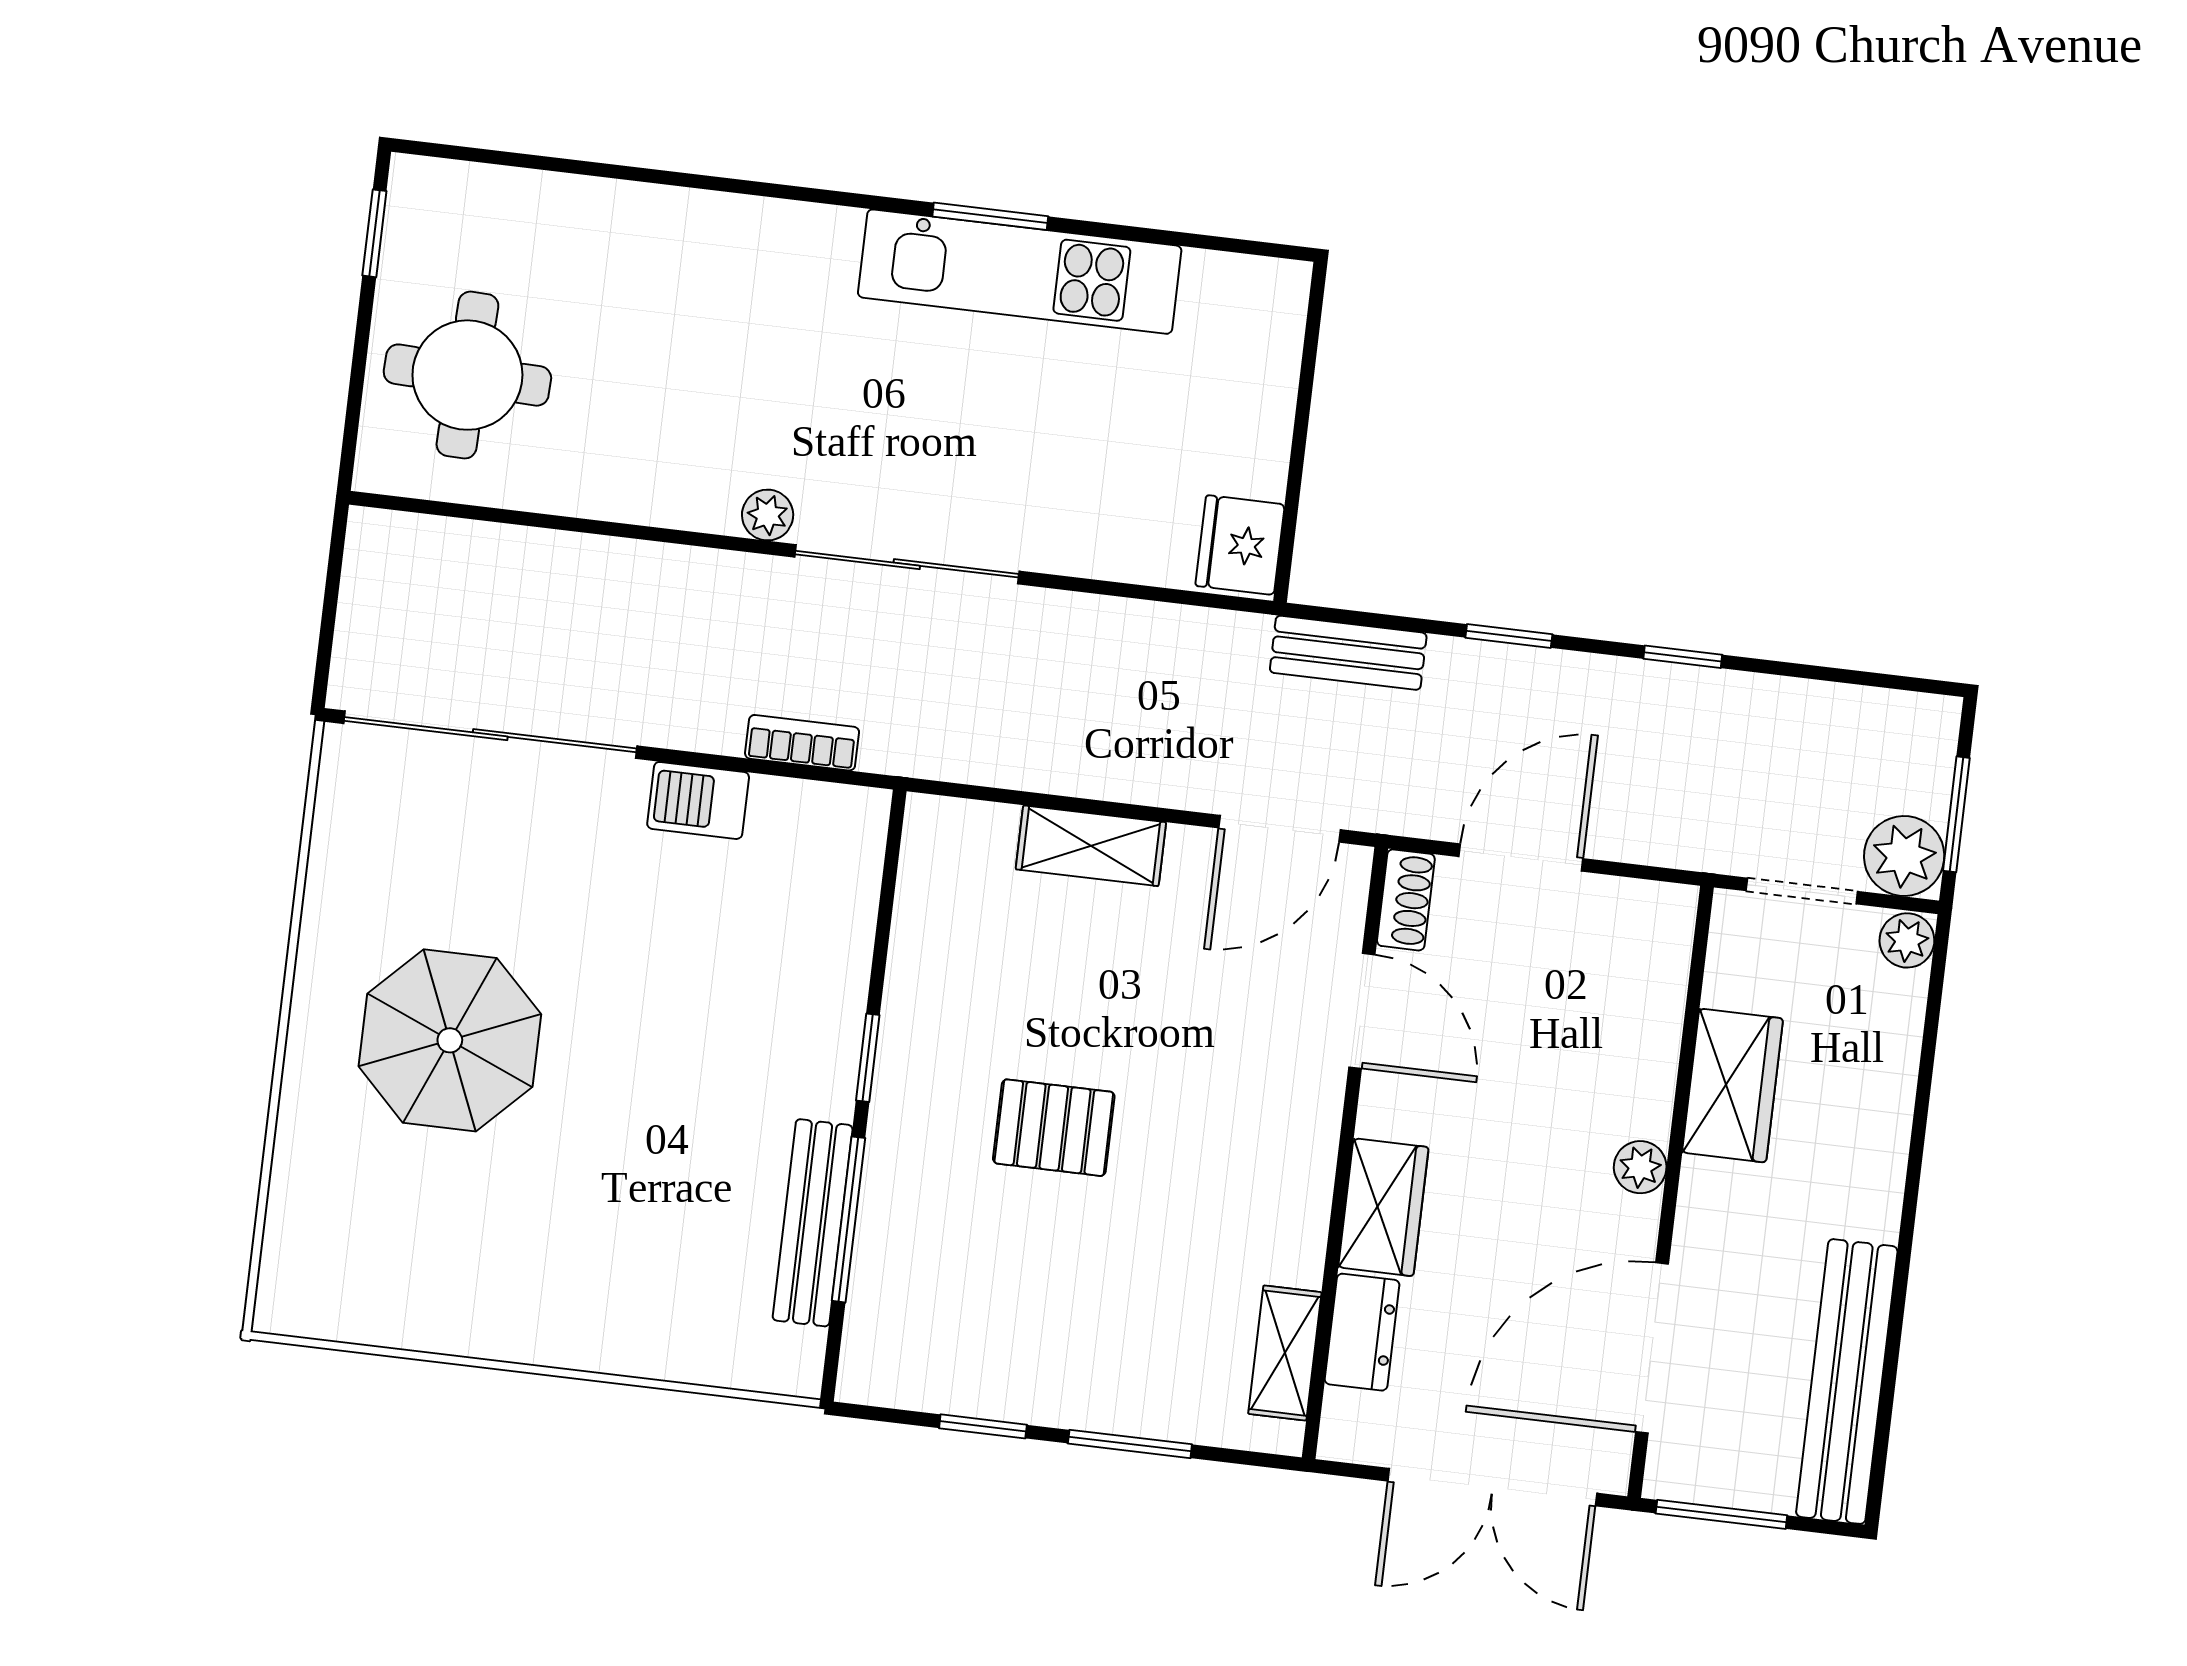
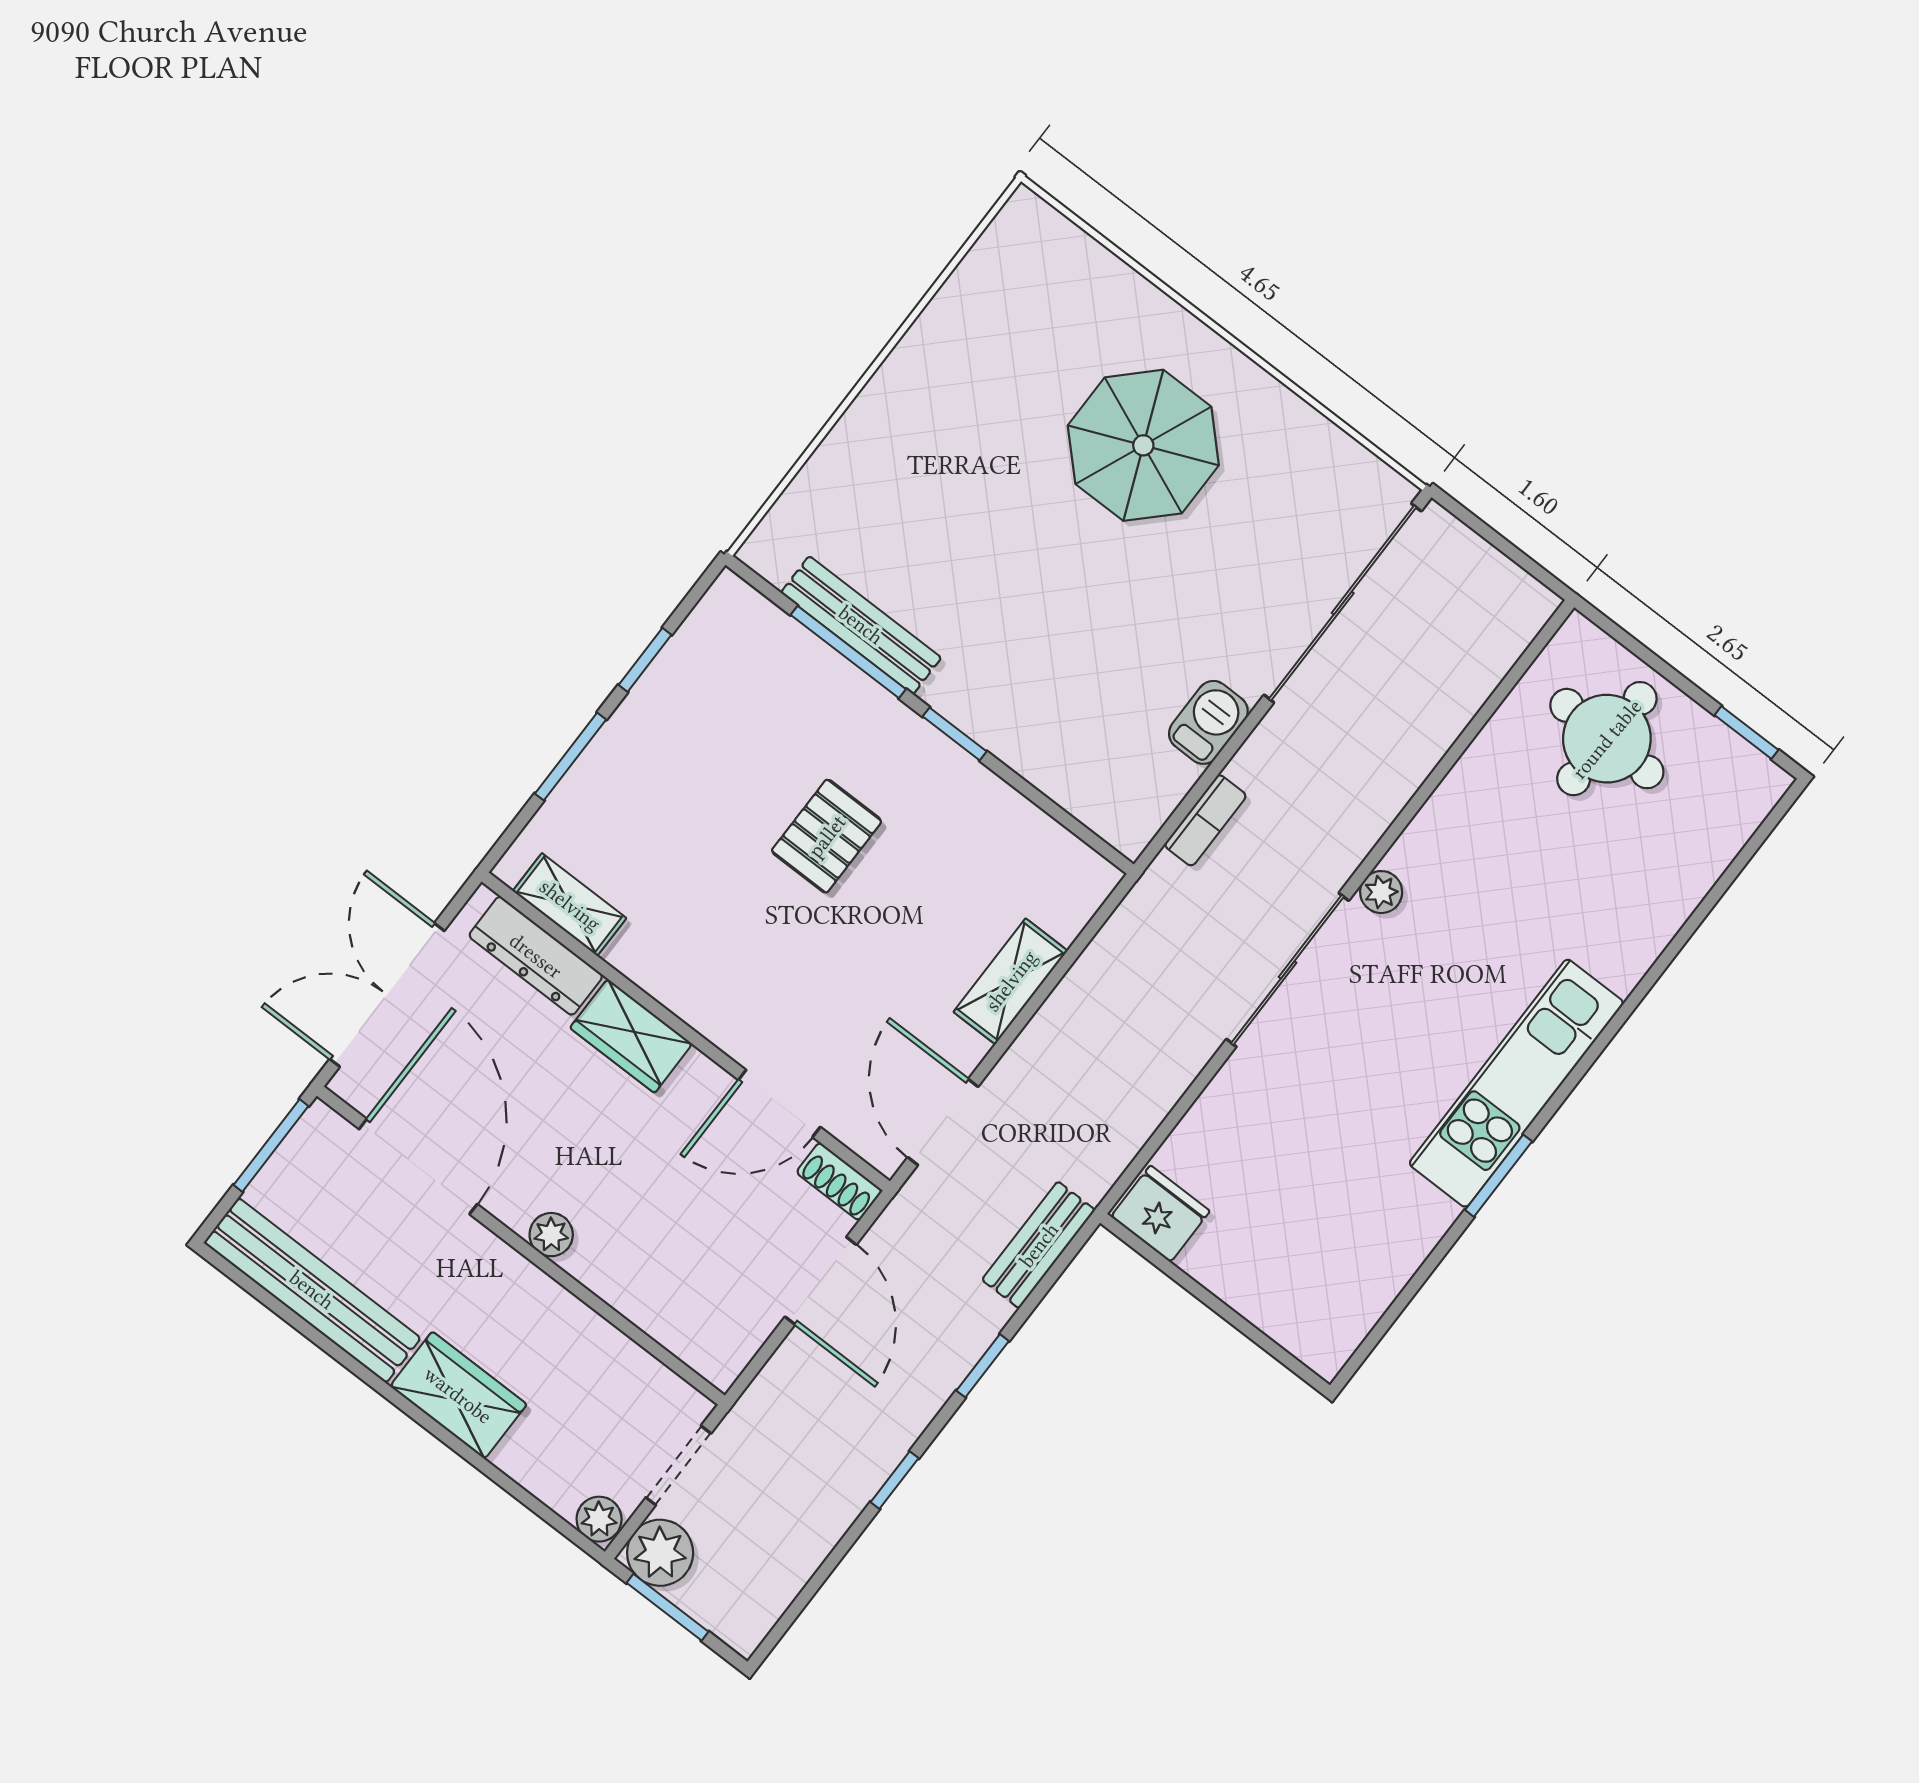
kitchen unit: (1020, 272) -> (1516, 1083), moved
wardrobe: (1733, 1085) -> (458, 1395), moved, turned 180
dresser: (1362, 1332) -> (536, 956), width x1.44

